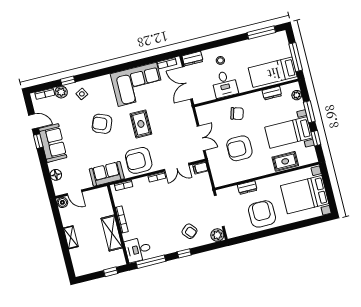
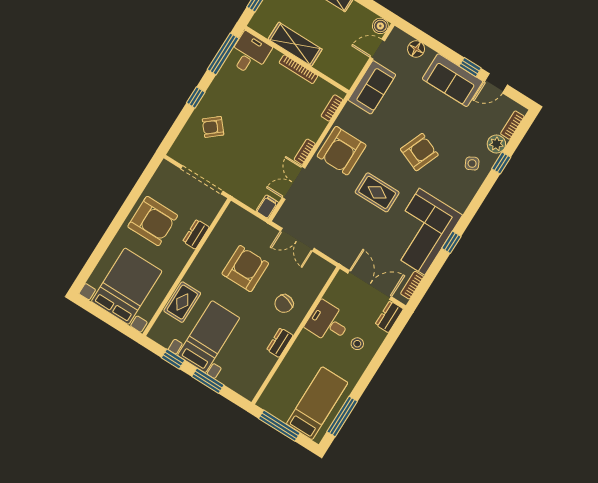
window: (128, 66) -> (451, 242), added
bed: (273, 72) -> (317, 403), moved
dresser: (272, 93) -> (280, 343), moved
plant: (297, 95) -> (239, 386), removed
armchair: (139, 160) -> (342, 151), turned 180
sofa: (107, 174) -> (372, 87), moved
plant: (217, 235) -> (179, 152), removed

